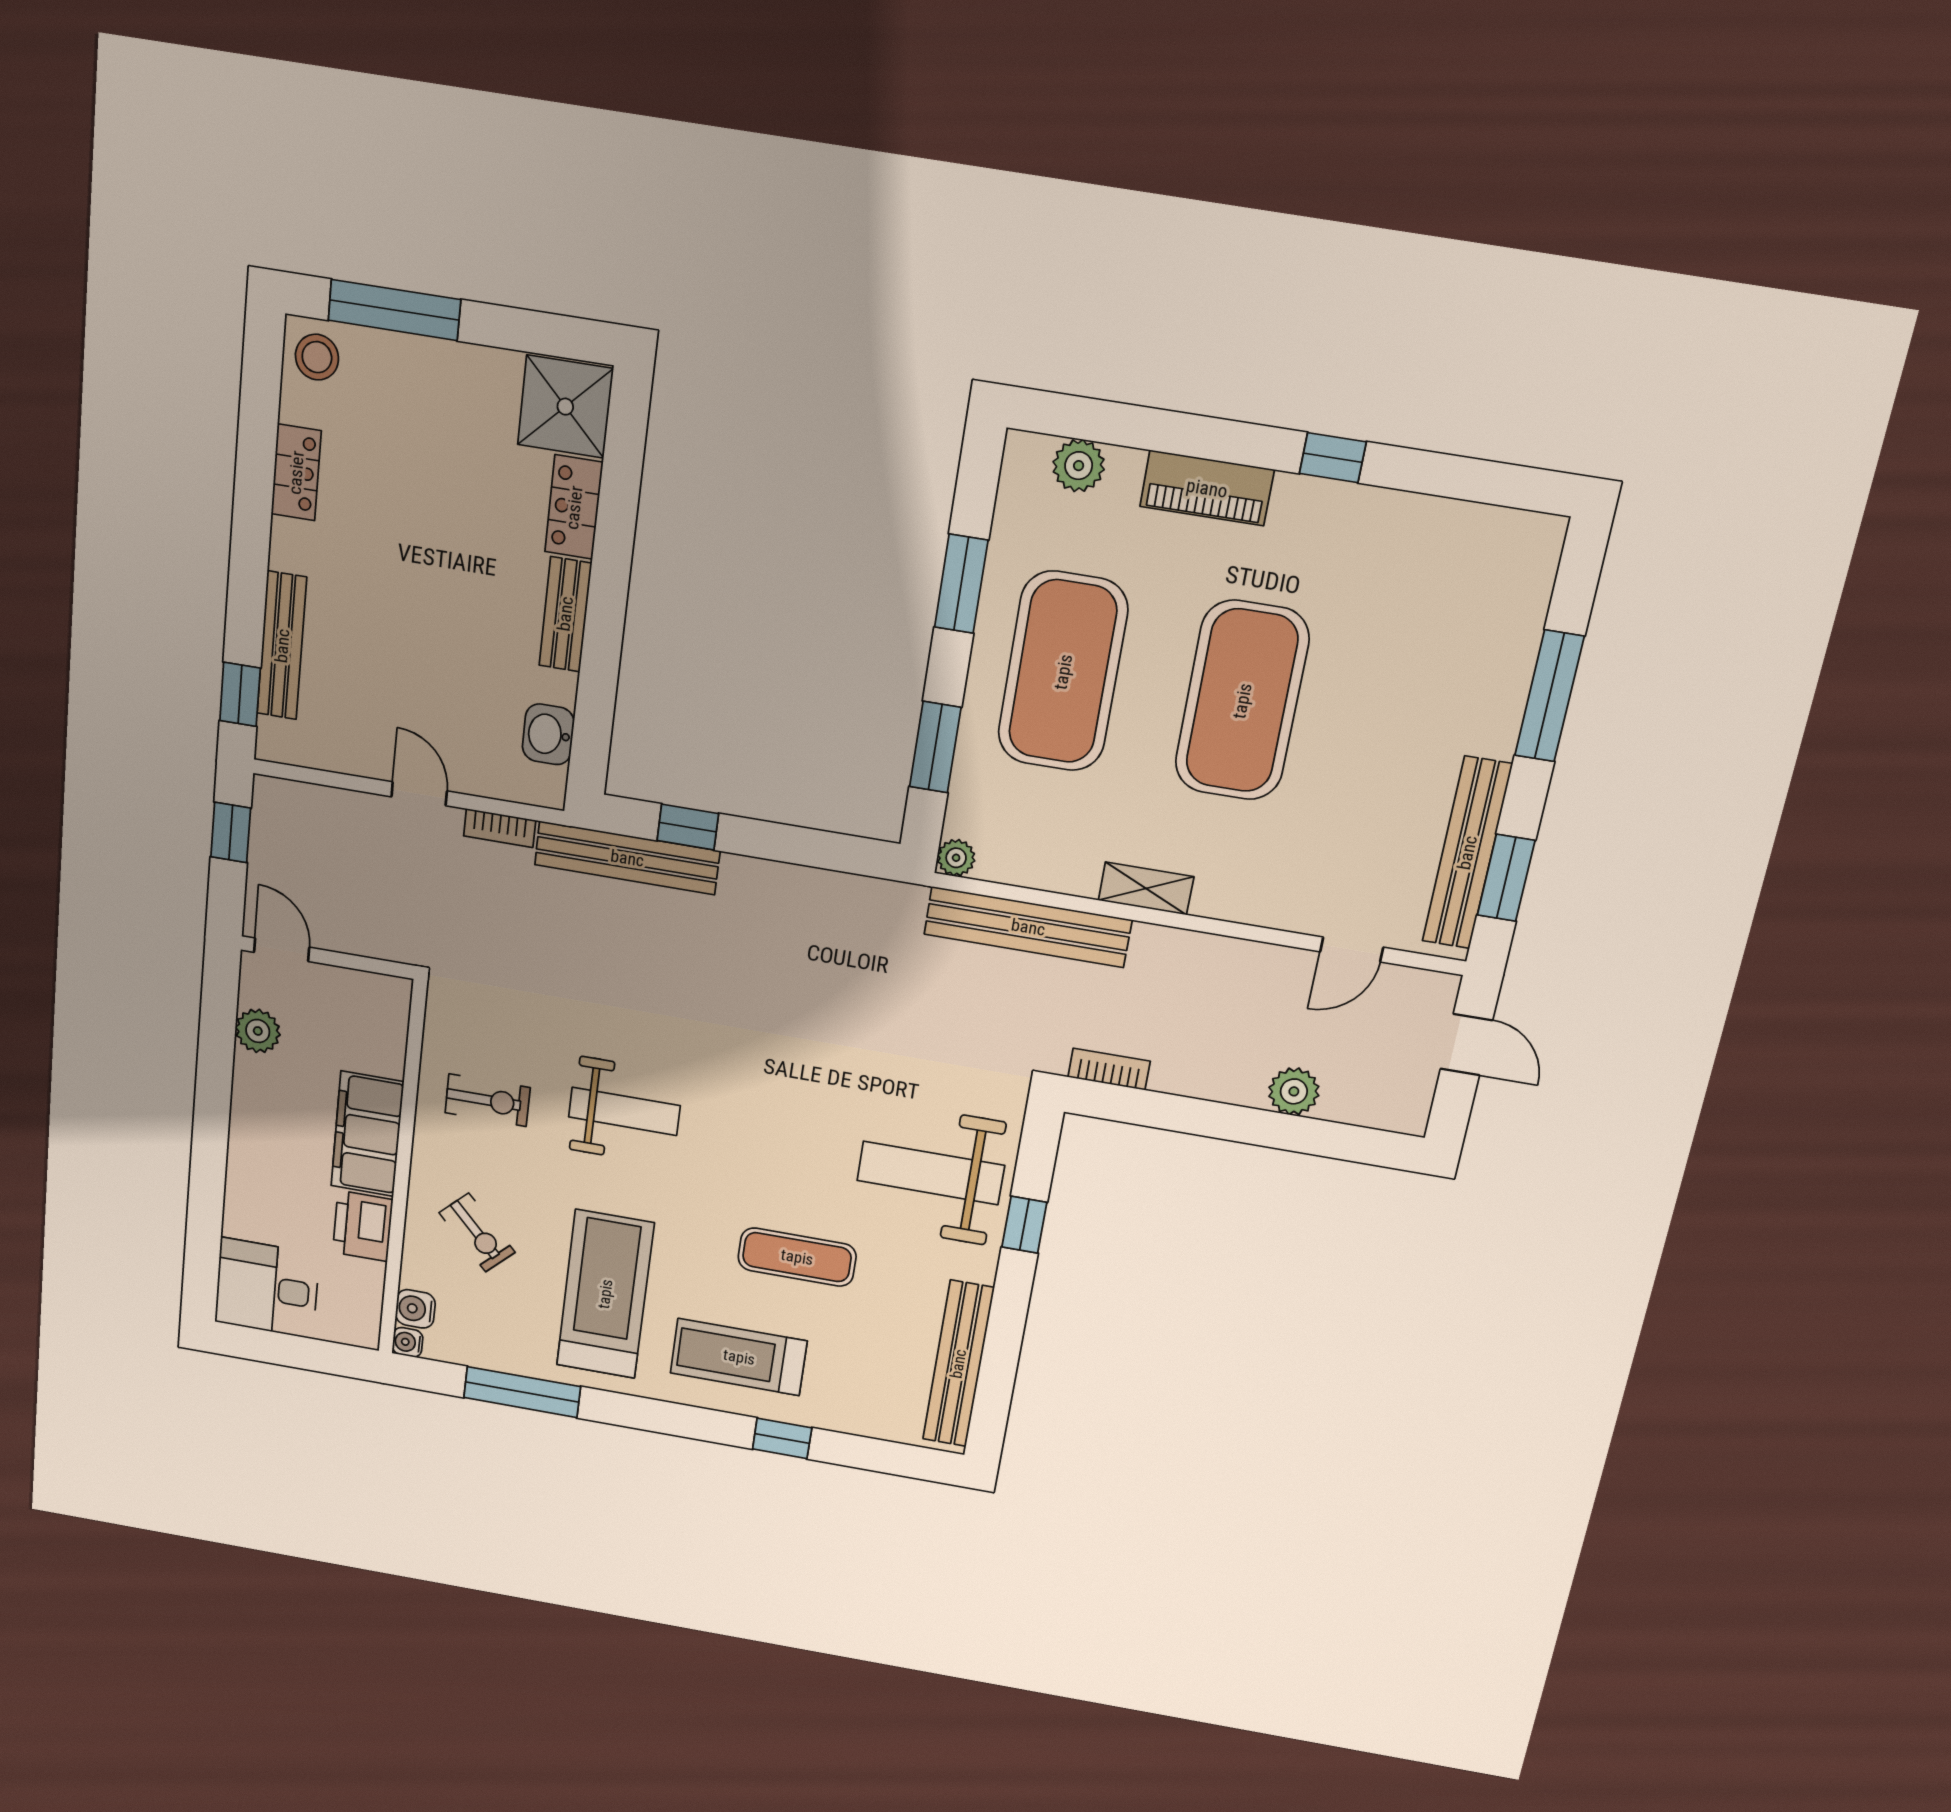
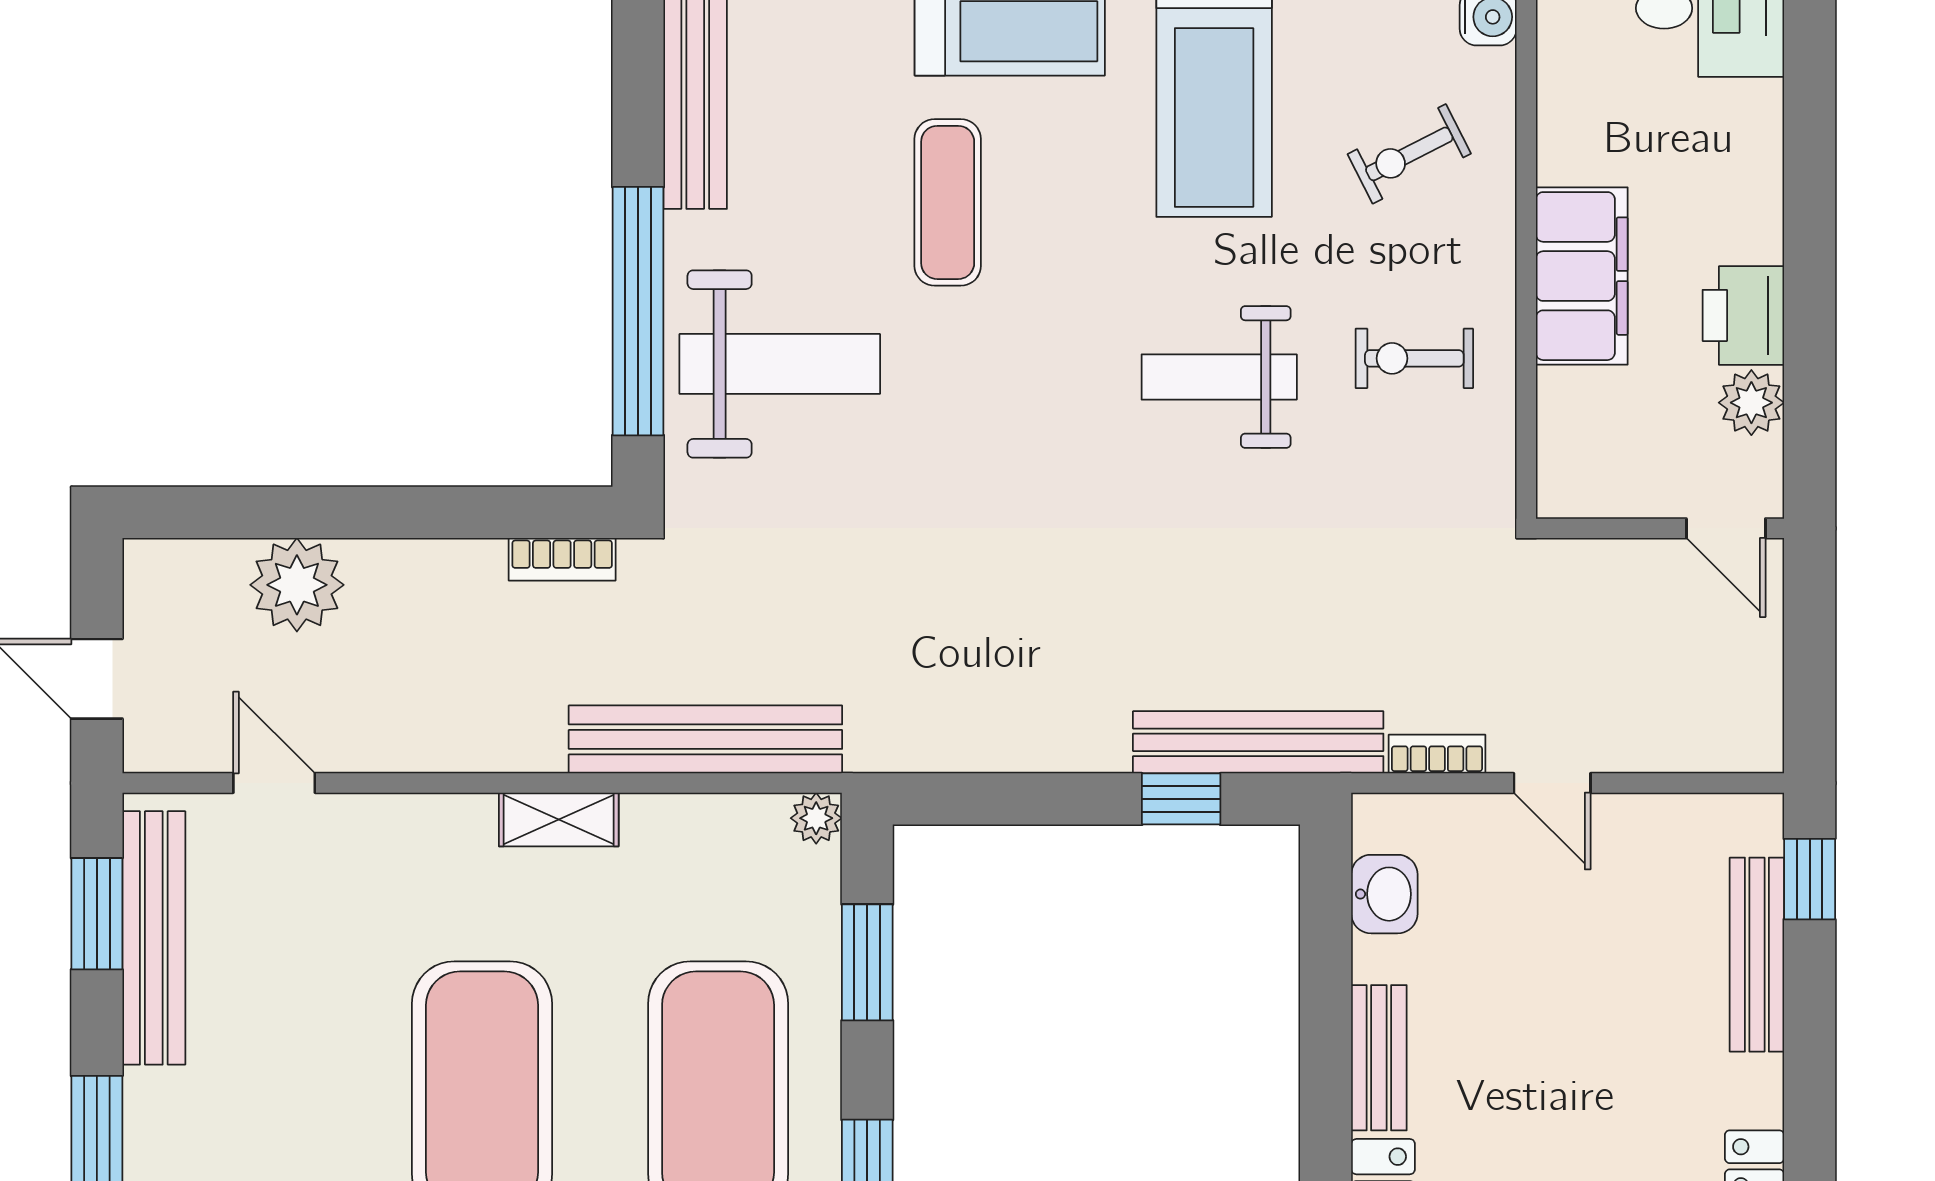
window: (231, 832) -> (1810, 685), removed
door: (1352, 949) -> (274, 783), hinge flipped
plant: (1294, 1091) -> (297, 585), width x1.36, depth x1.36
window: (1024, 1225) -> (638, 311), width x3.17
printer: (363, 1226) -> (1743, 315), moved, turned 180
exercise bike: (477, 1233) -> (1409, 154), turned -73
exercise mat: (797, 1257) -> (948, 202), turned 90

